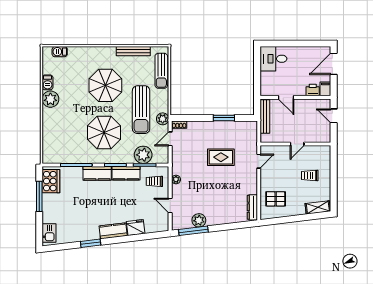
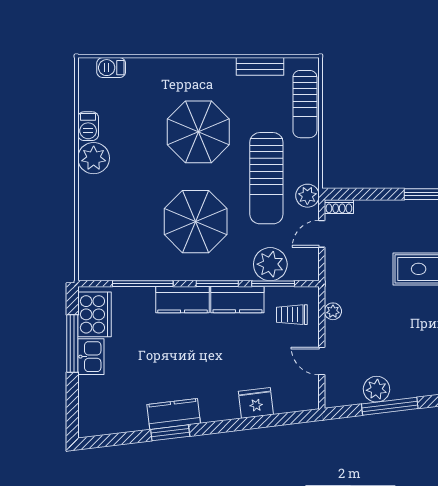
bench: (133, 51) -> (260, 66), width x0.73
kitchen counter: (113, 231) -> (174, 414), moved
window: (193, 231) -> (390, 406), moved
kitchen sink: (49, 233) -> (91, 357), moved

